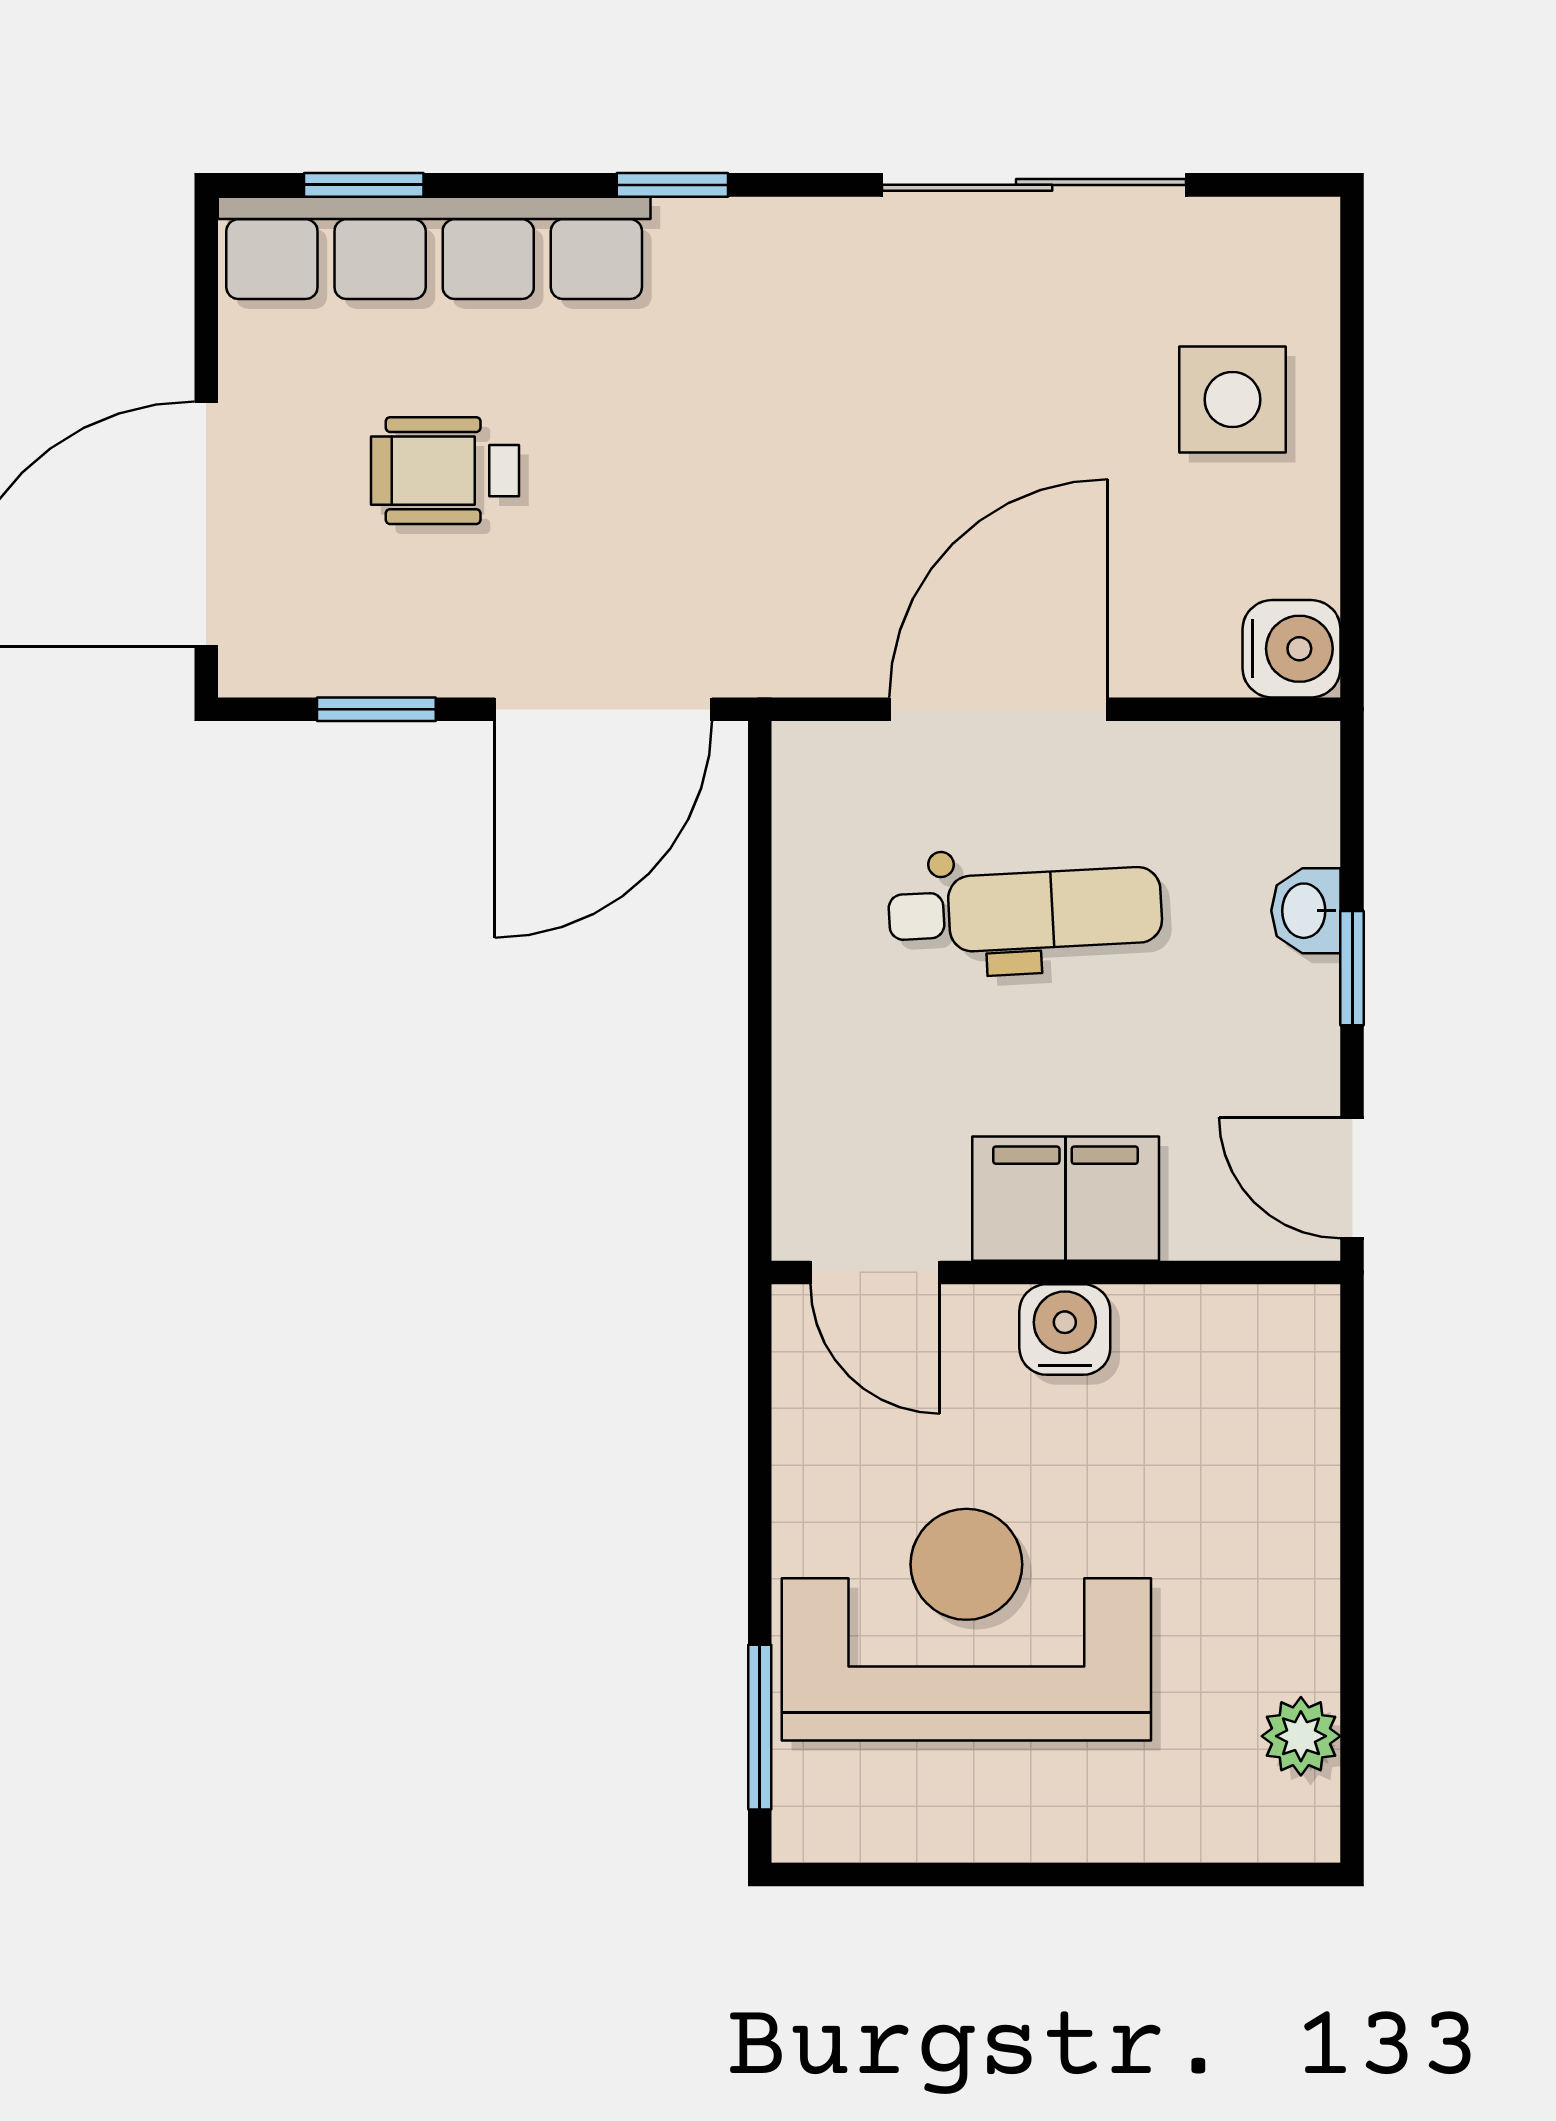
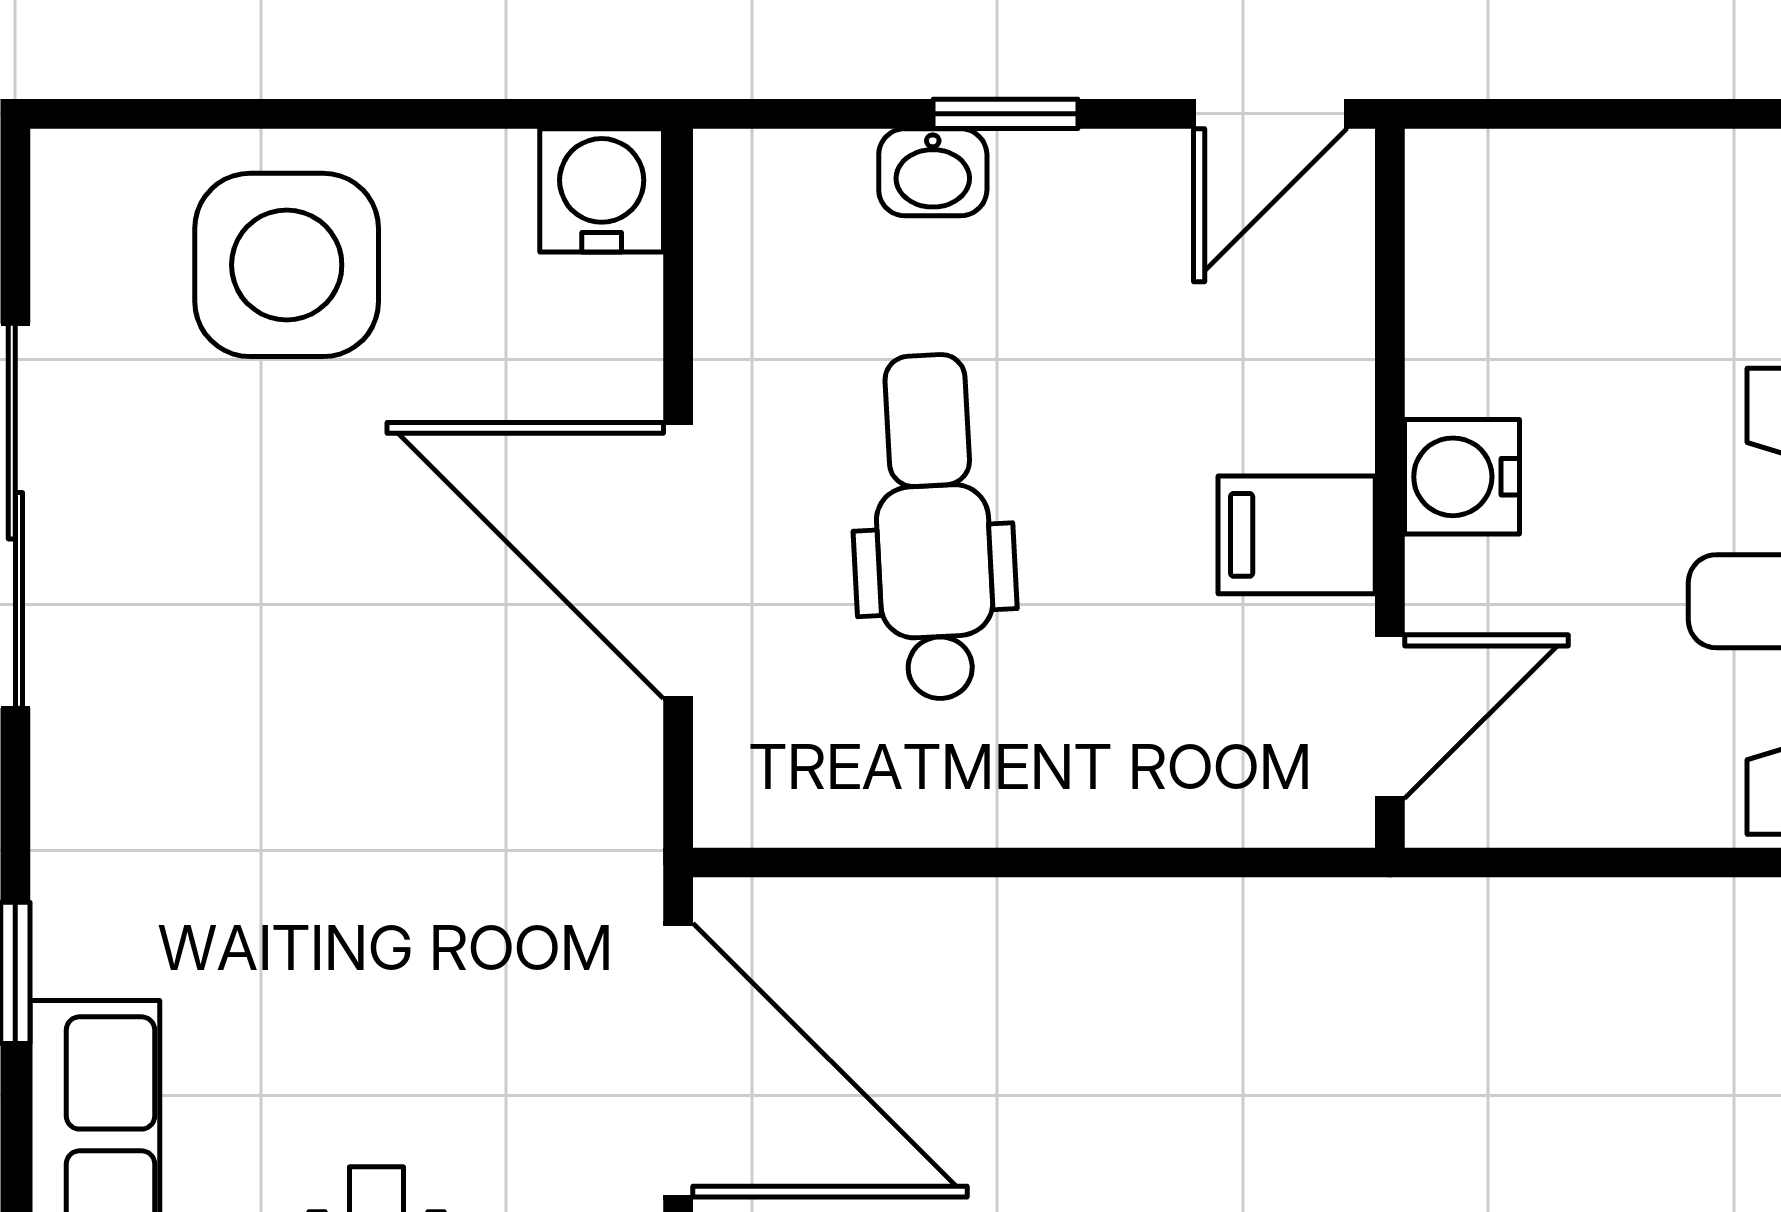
side table: (1232, 400) -> (287, 265), width x1.37, depth x1.37
filing cabinet: (1066, 1199) -> (1297, 535), width x0.50

